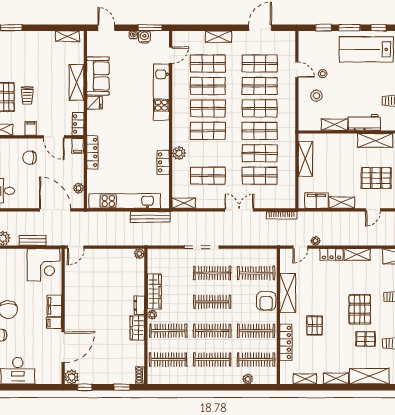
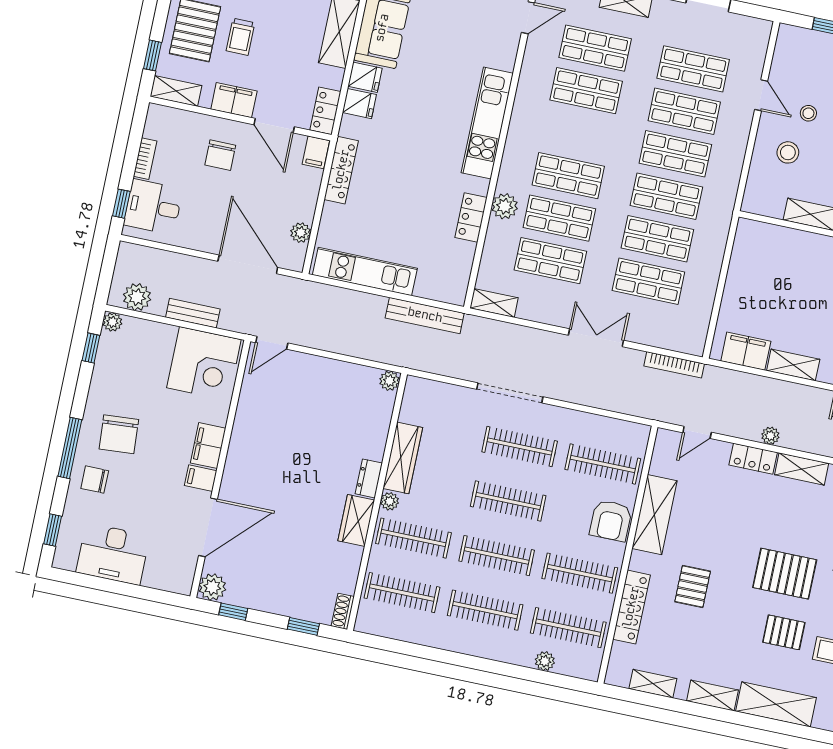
kitchen unit: (161, 92) -> (487, 123), moved
shop shelf: (208, 108) -> (559, 218), moved
fridge: (94, 117) -> (359, 104), added
filing cabinet: (31, 128) -> (234, 100), width x2.00
chair: (30, 158) -> (220, 155), turned -90
shelving: (305, 159) -> (742, 268), removed
kitchen unit: (125, 201) -> (365, 272), width x0.73
plant: (315, 241) -> (770, 436), moved
pallet: (360, 309) -> (785, 574), turned 90

